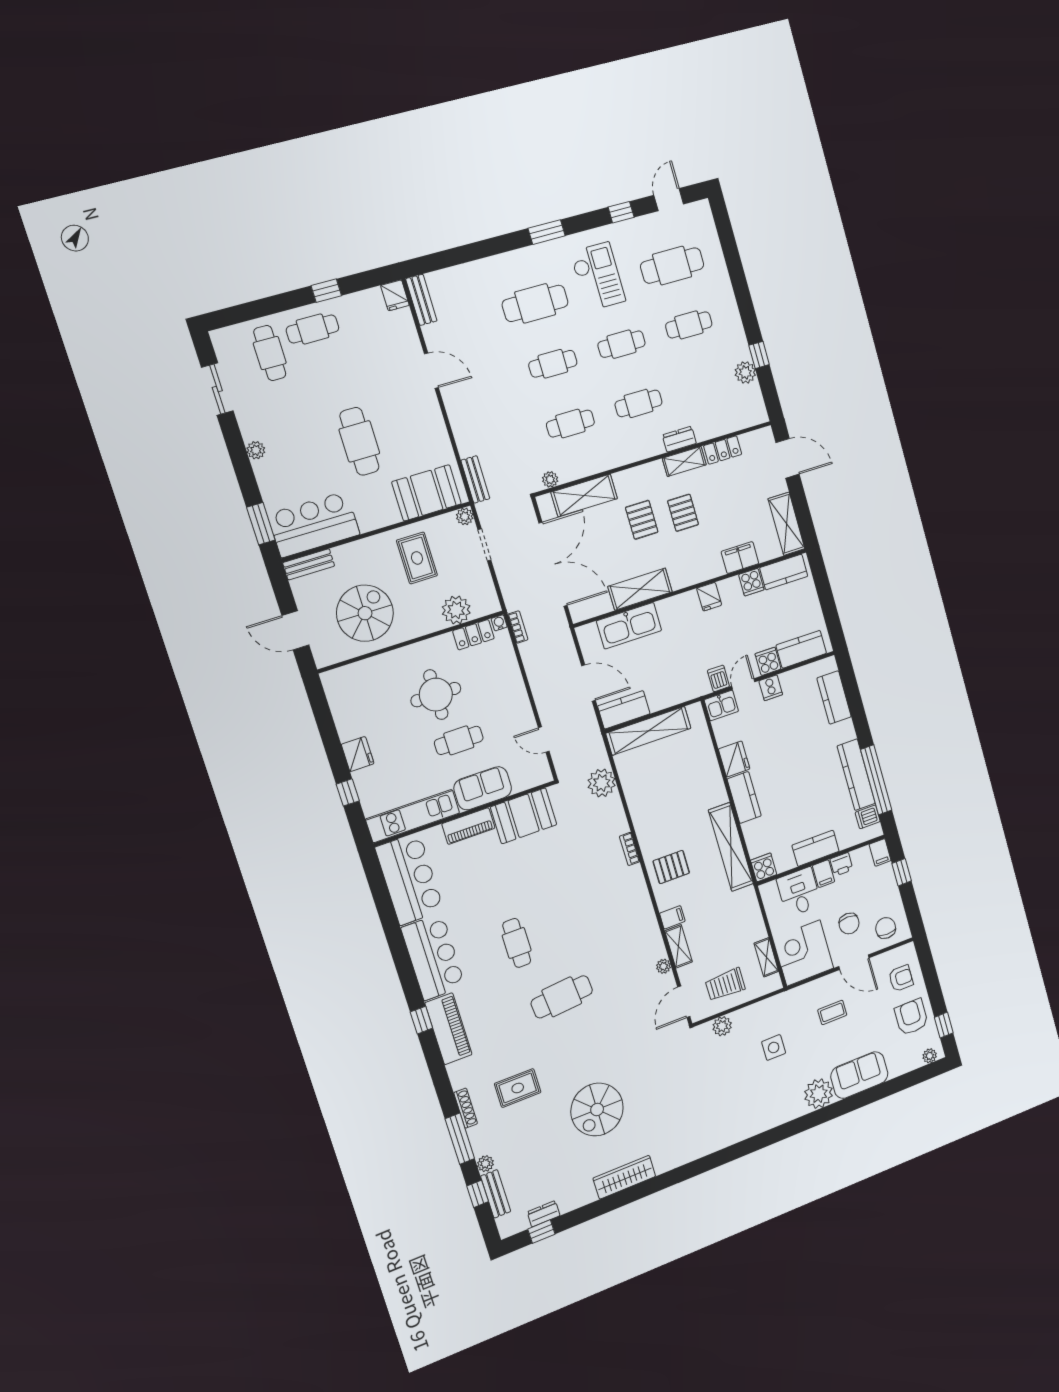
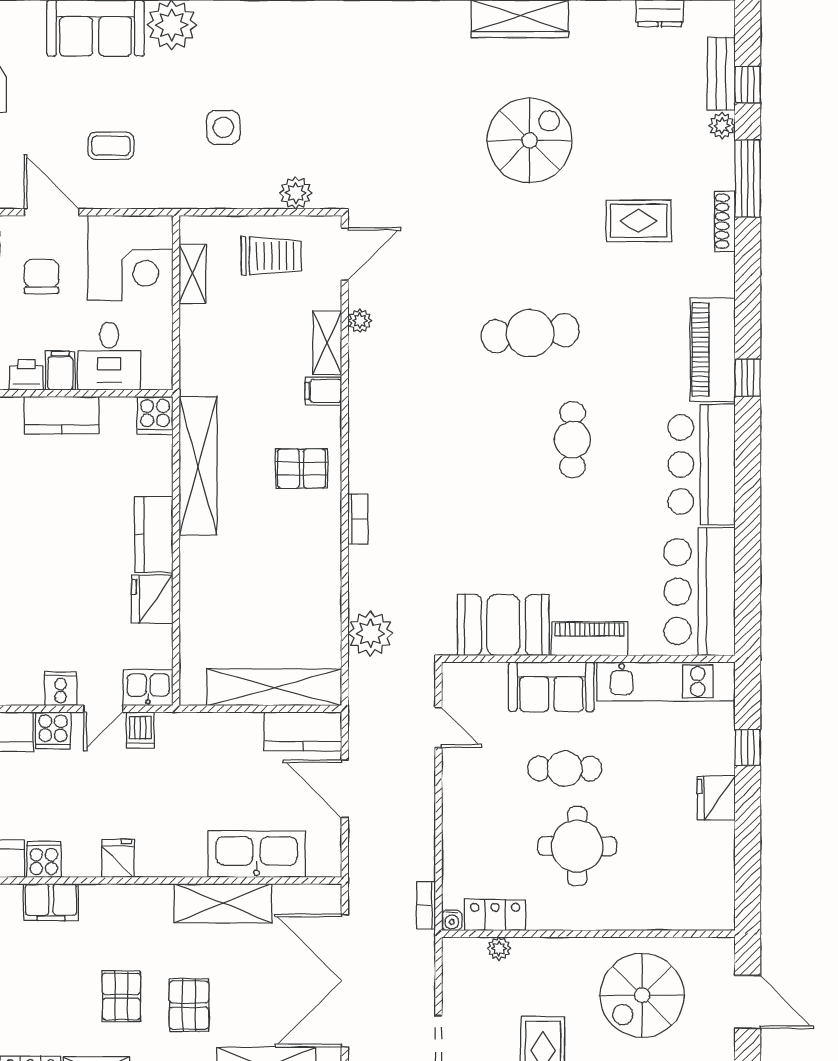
plant: (456, 610) -> (499, 948), width x0.53, depth x0.53

